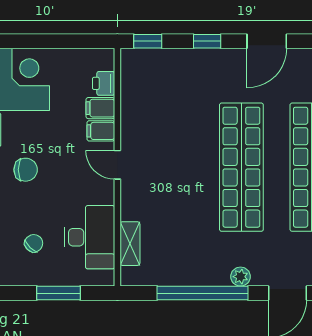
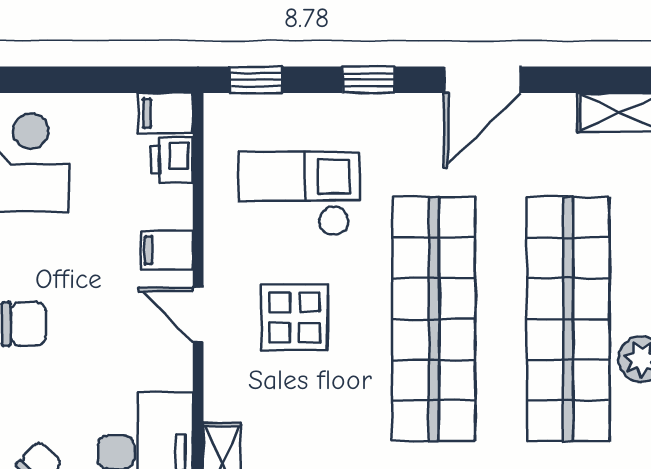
checkout: (170, 101) -> (299, 194), added
filing cabinet: (100, 108) -> (166, 113), moved
display table: (168, 166) -> (295, 317), added

